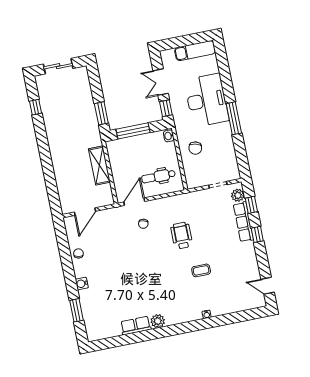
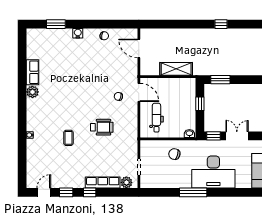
window: (35, 107) -> (221, 24), moved
window: (133, 131) -> (200, 104), width x0.46
window: (251, 205) -> (66, 192), moved

